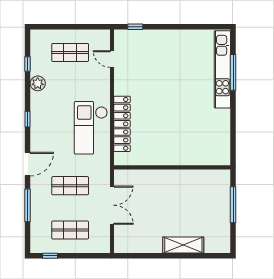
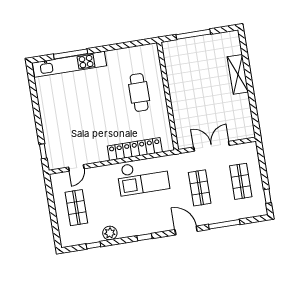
cafe table: (181, 138) -> (139, 92), added

